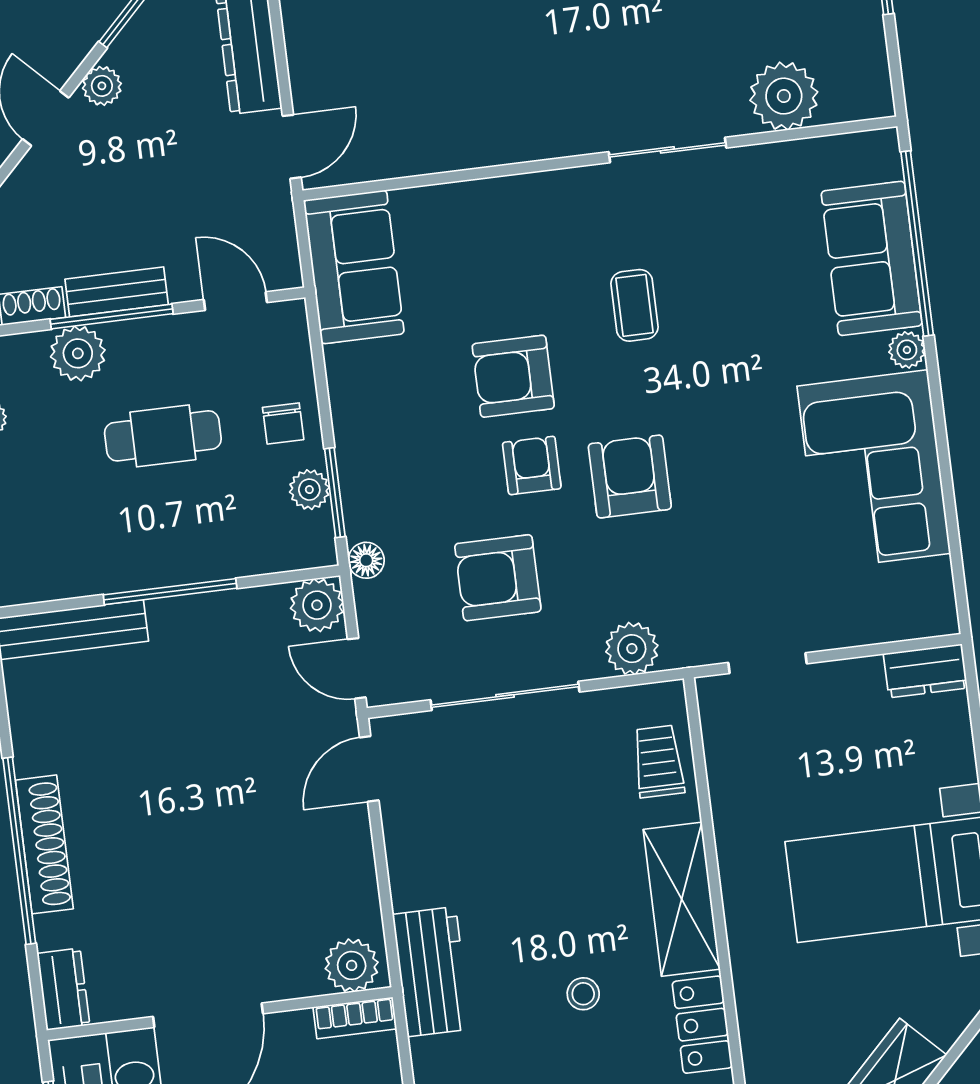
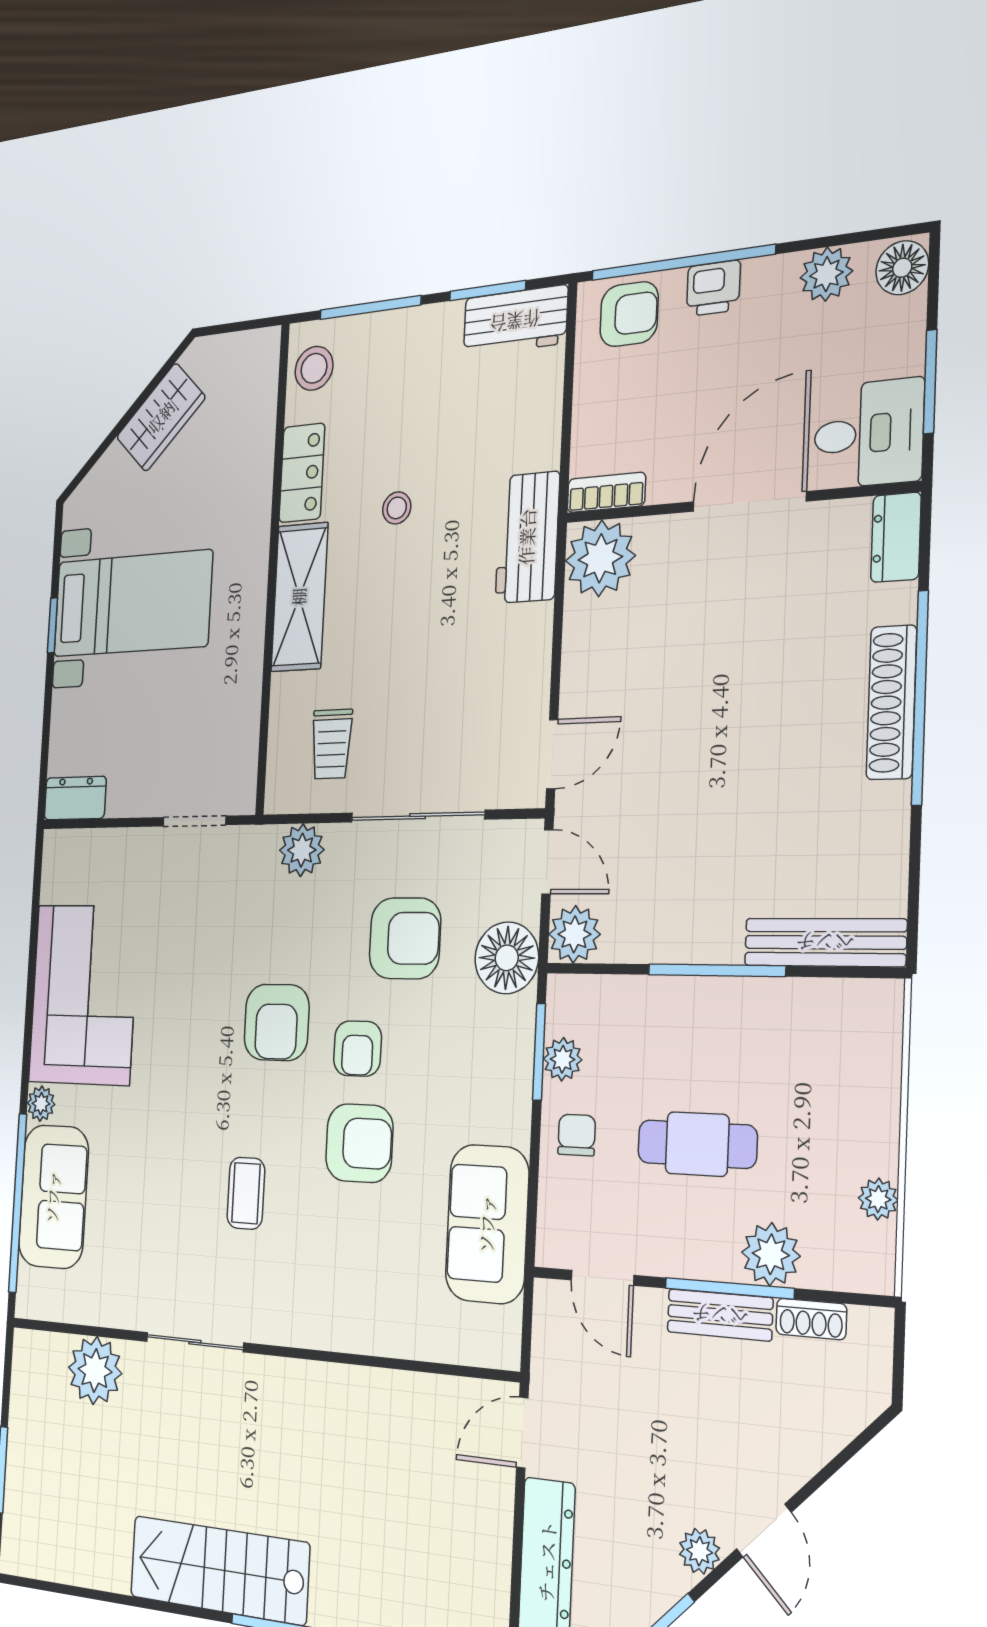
sofa: (354, 267) -> (487, 1224), moved
floor lamp: (366, 560) -> (507, 958), width x1.89, depth x1.89
trolley: (658, 761) -> (332, 744), moved
plant: (352, 965) -> (600, 558), width x1.36, depth x1.36

